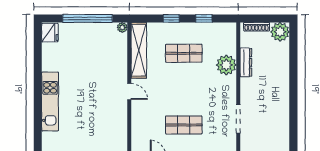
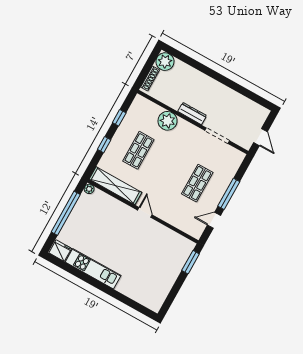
dresser: (246, 62) -> (192, 113), moved
door: (129, 91) -> (145, 212), hinge flipped
kitchen unit: (50, 101) -> (93, 269), moved

